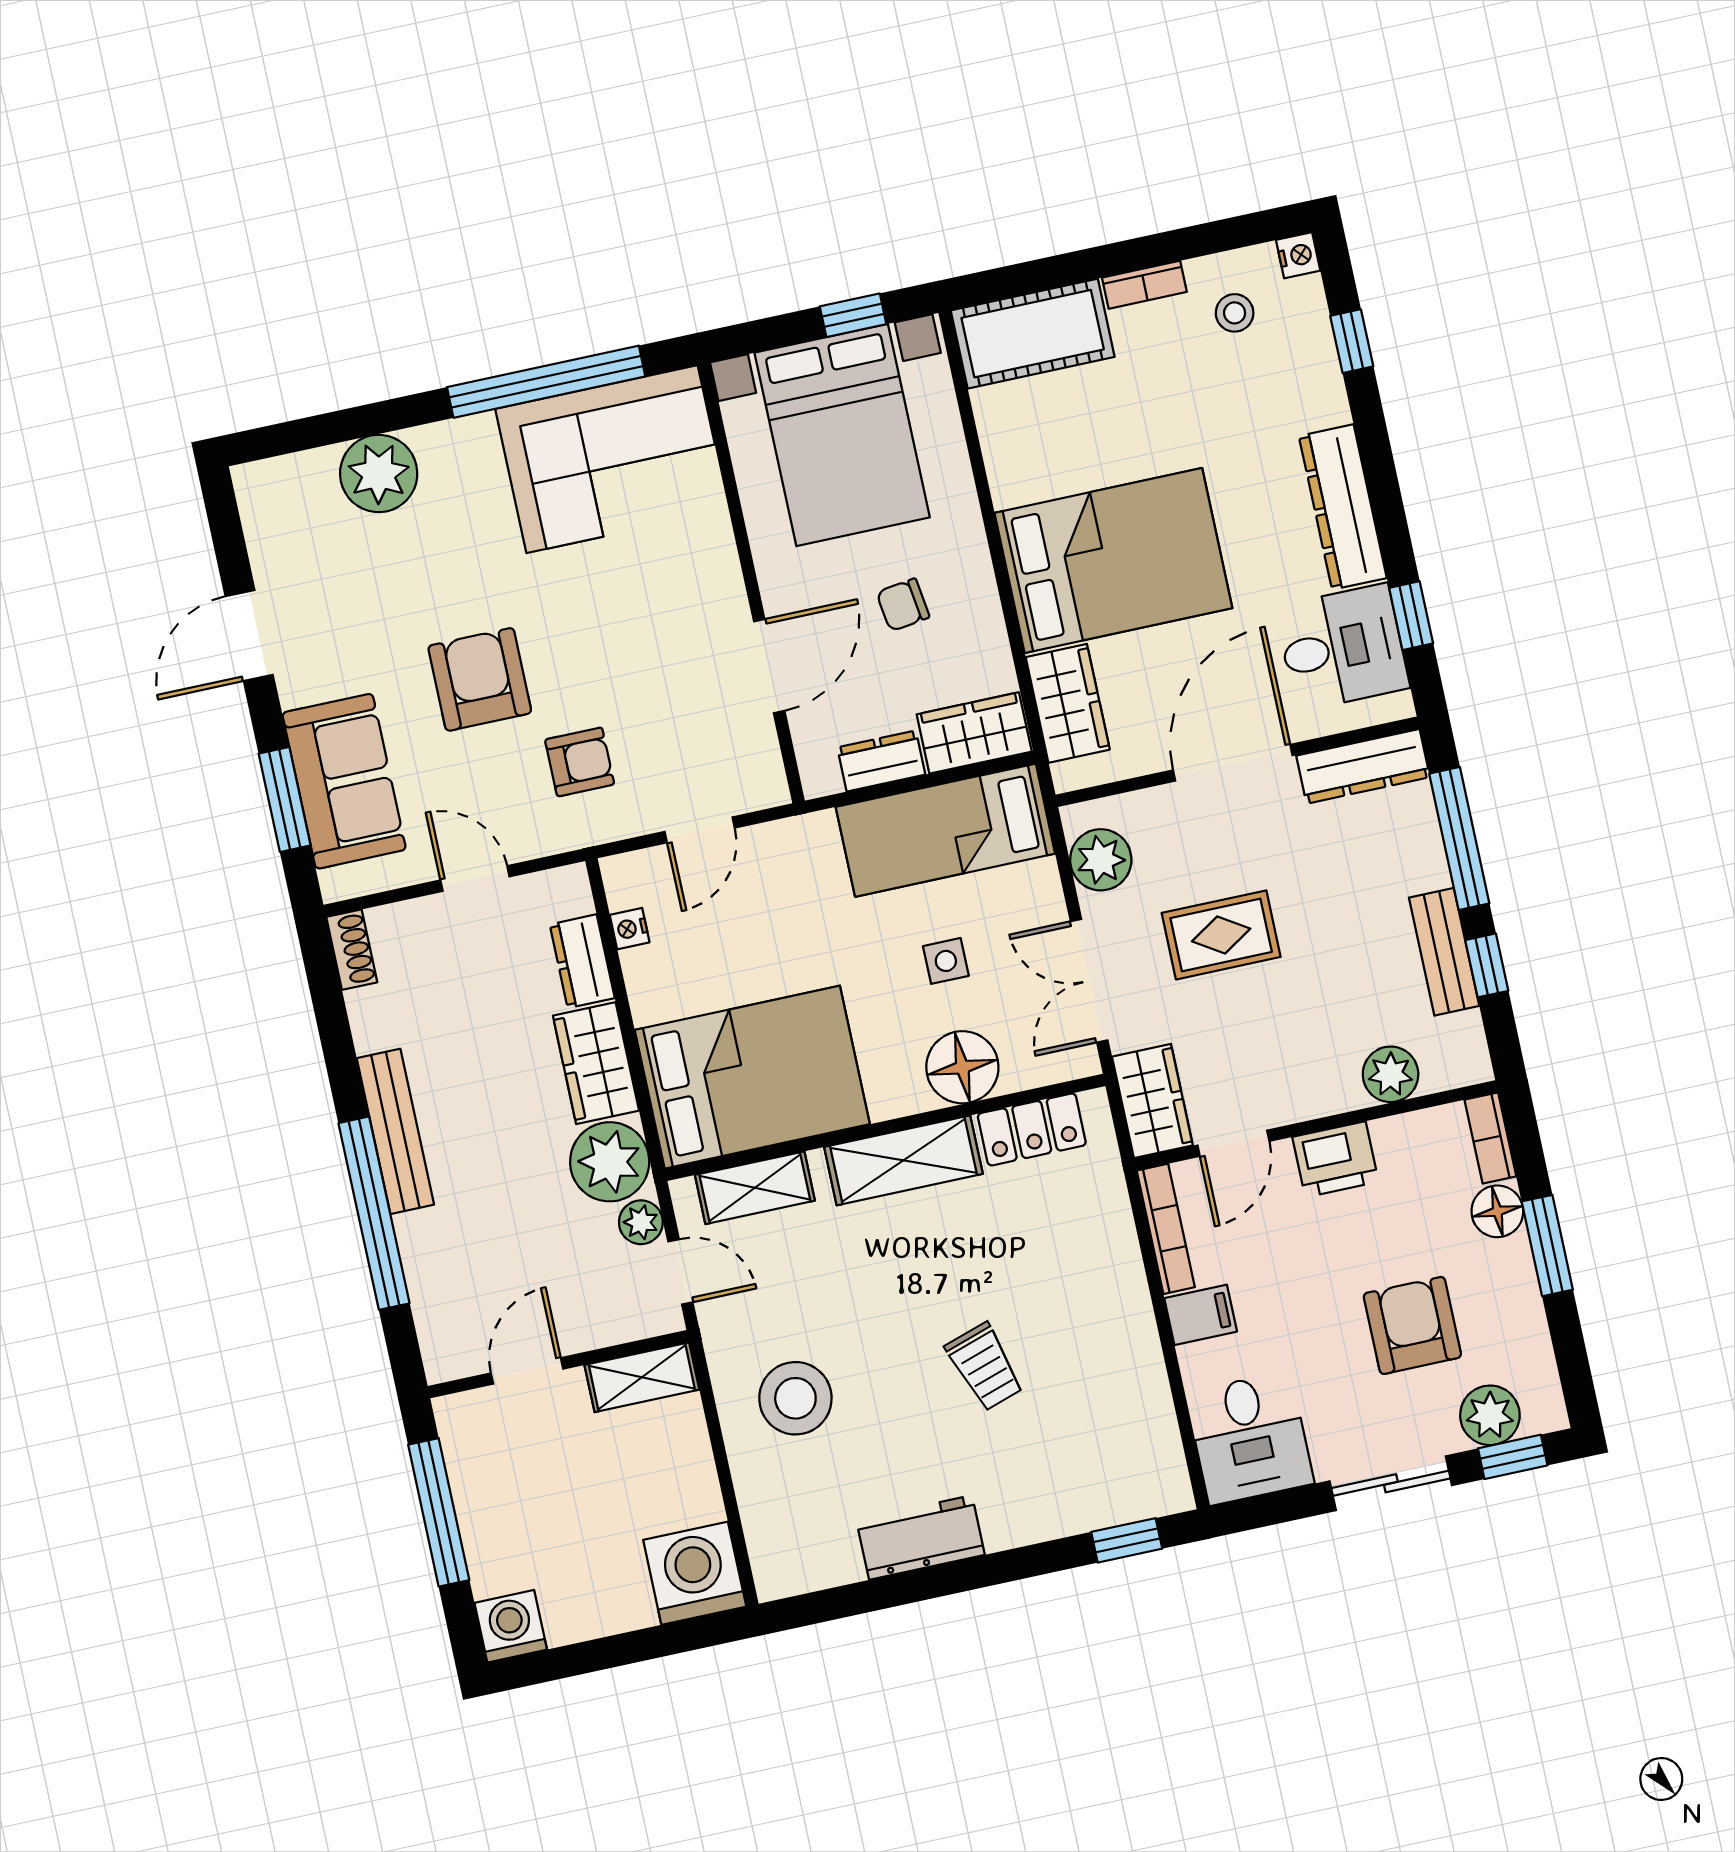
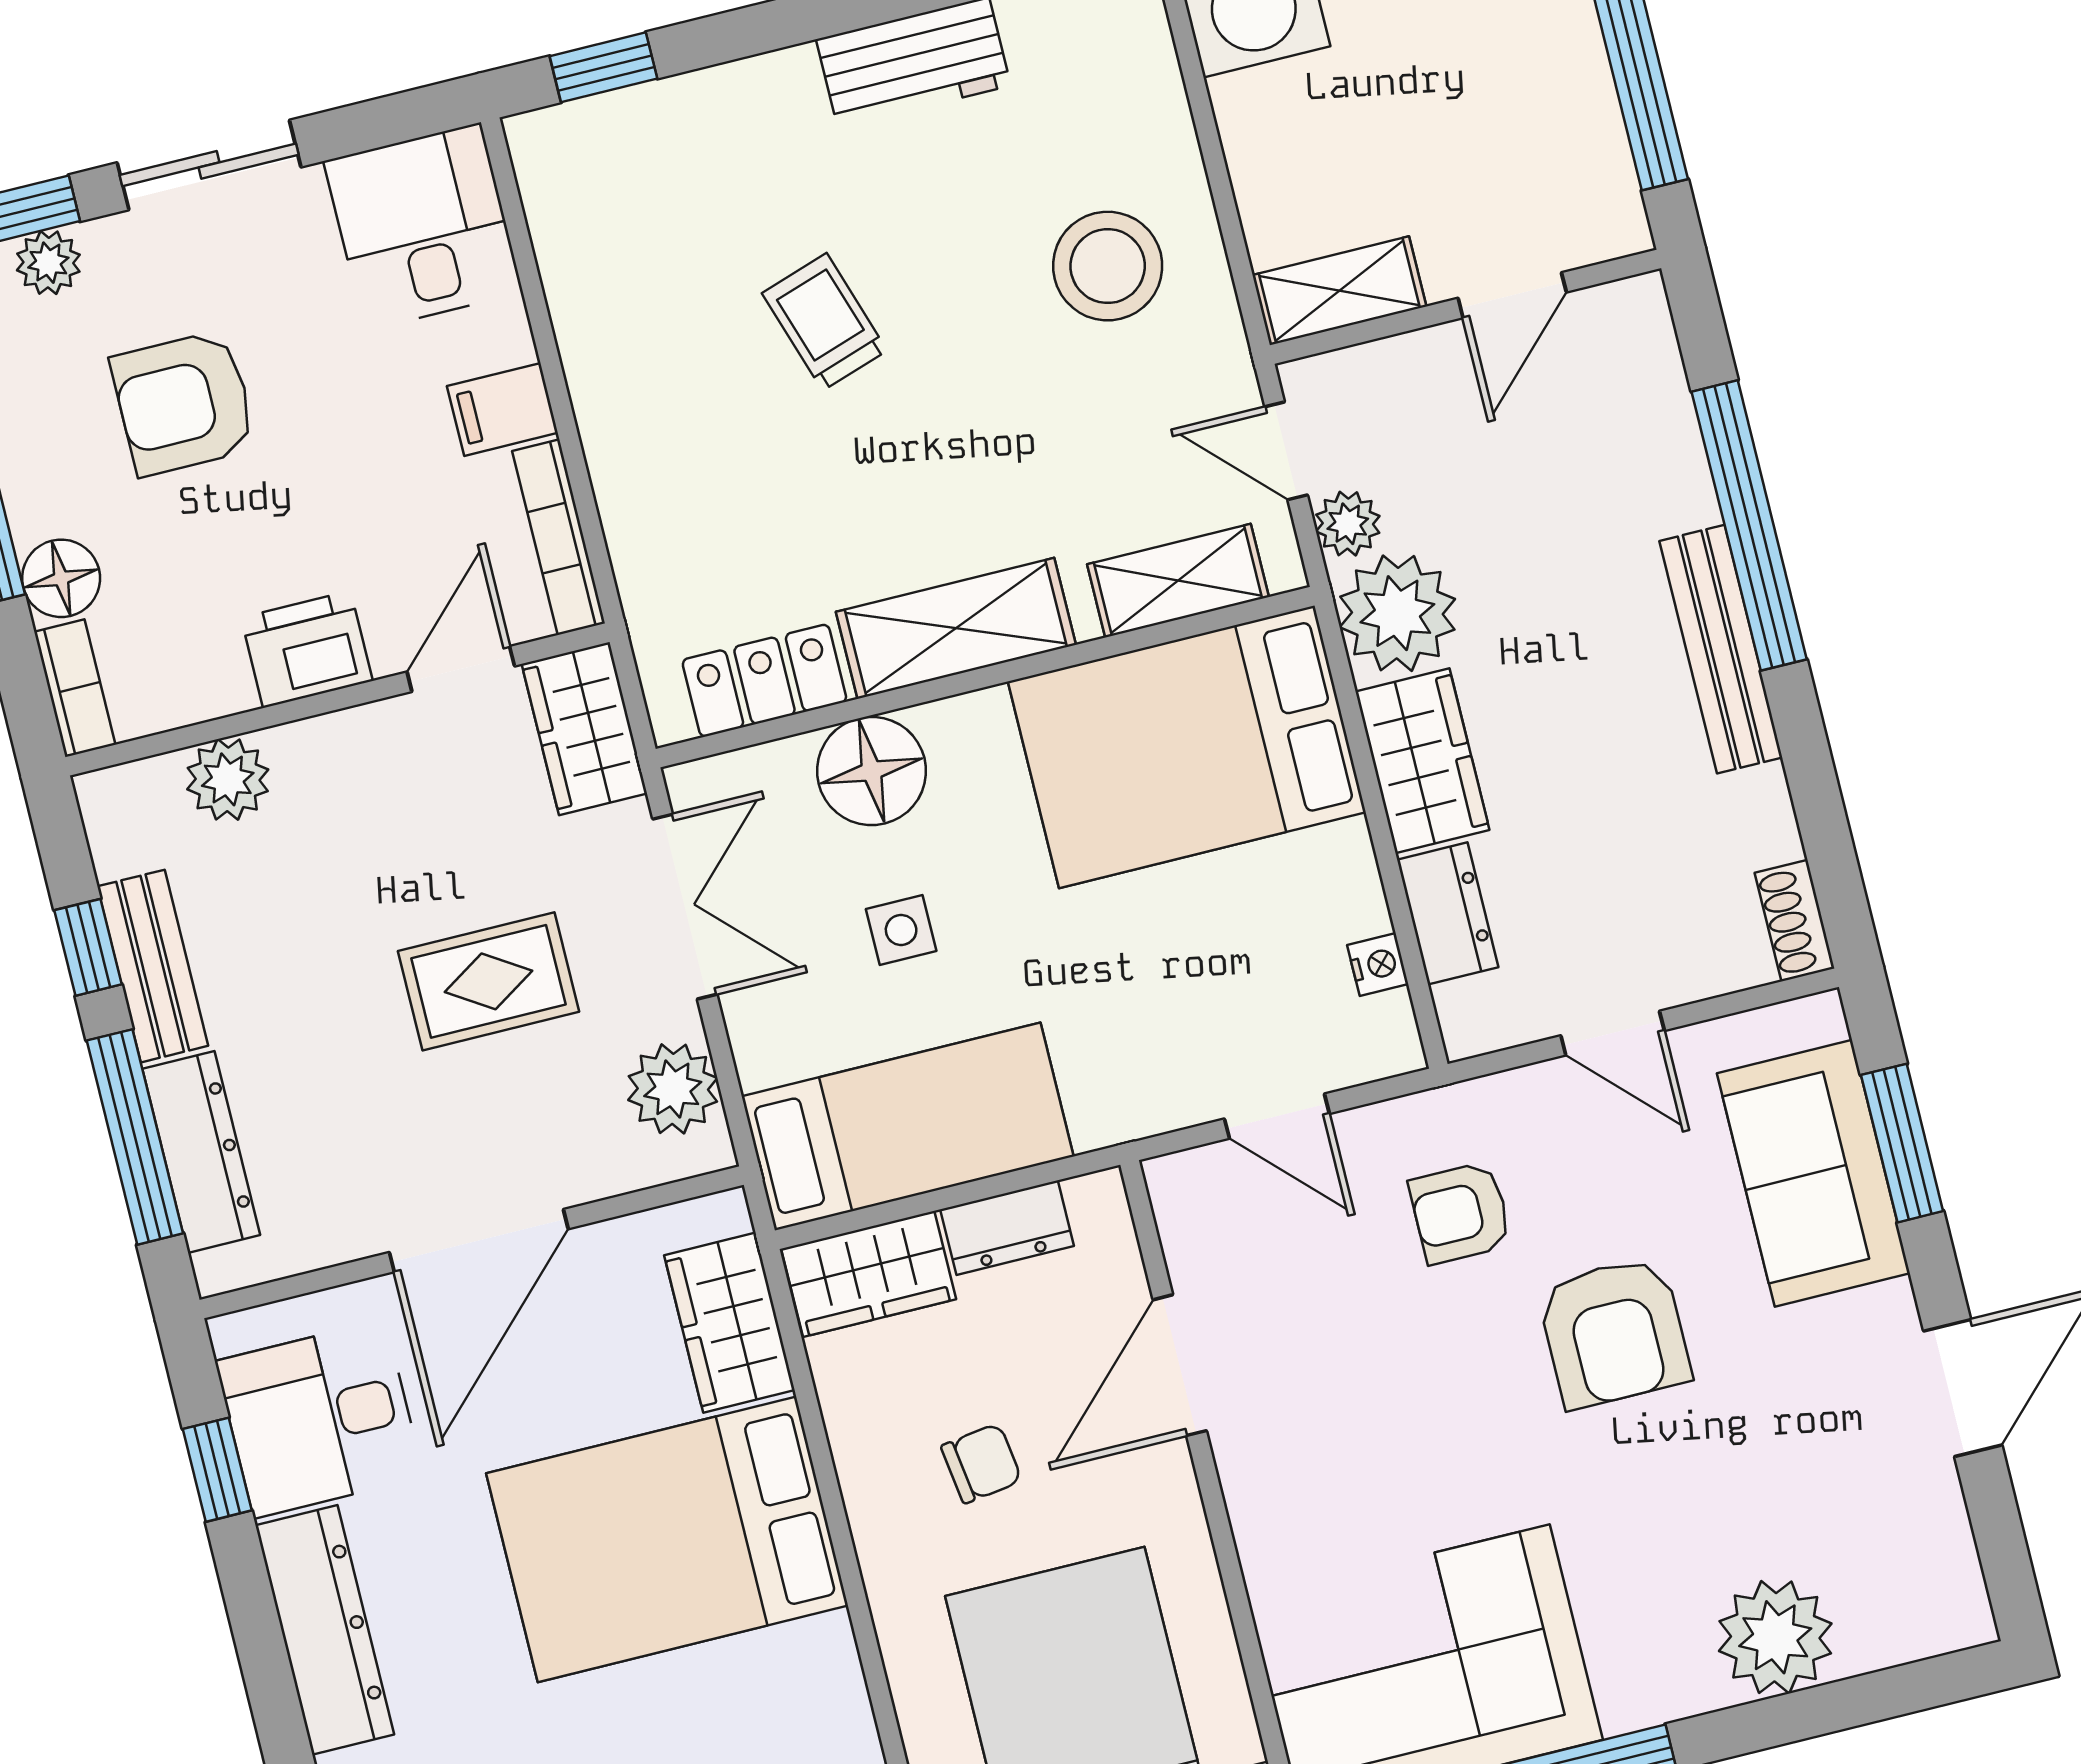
dresser: (1363, 766) -> (201, 1152), moved, turned 90
door: (700, 830) -> (1277, 1116), swing flipped
armchair: (1412, 1325) -> (184, 403), turned 90
plant: (1490, 1415) -> (48, 263), width x0.73, depth x0.73

